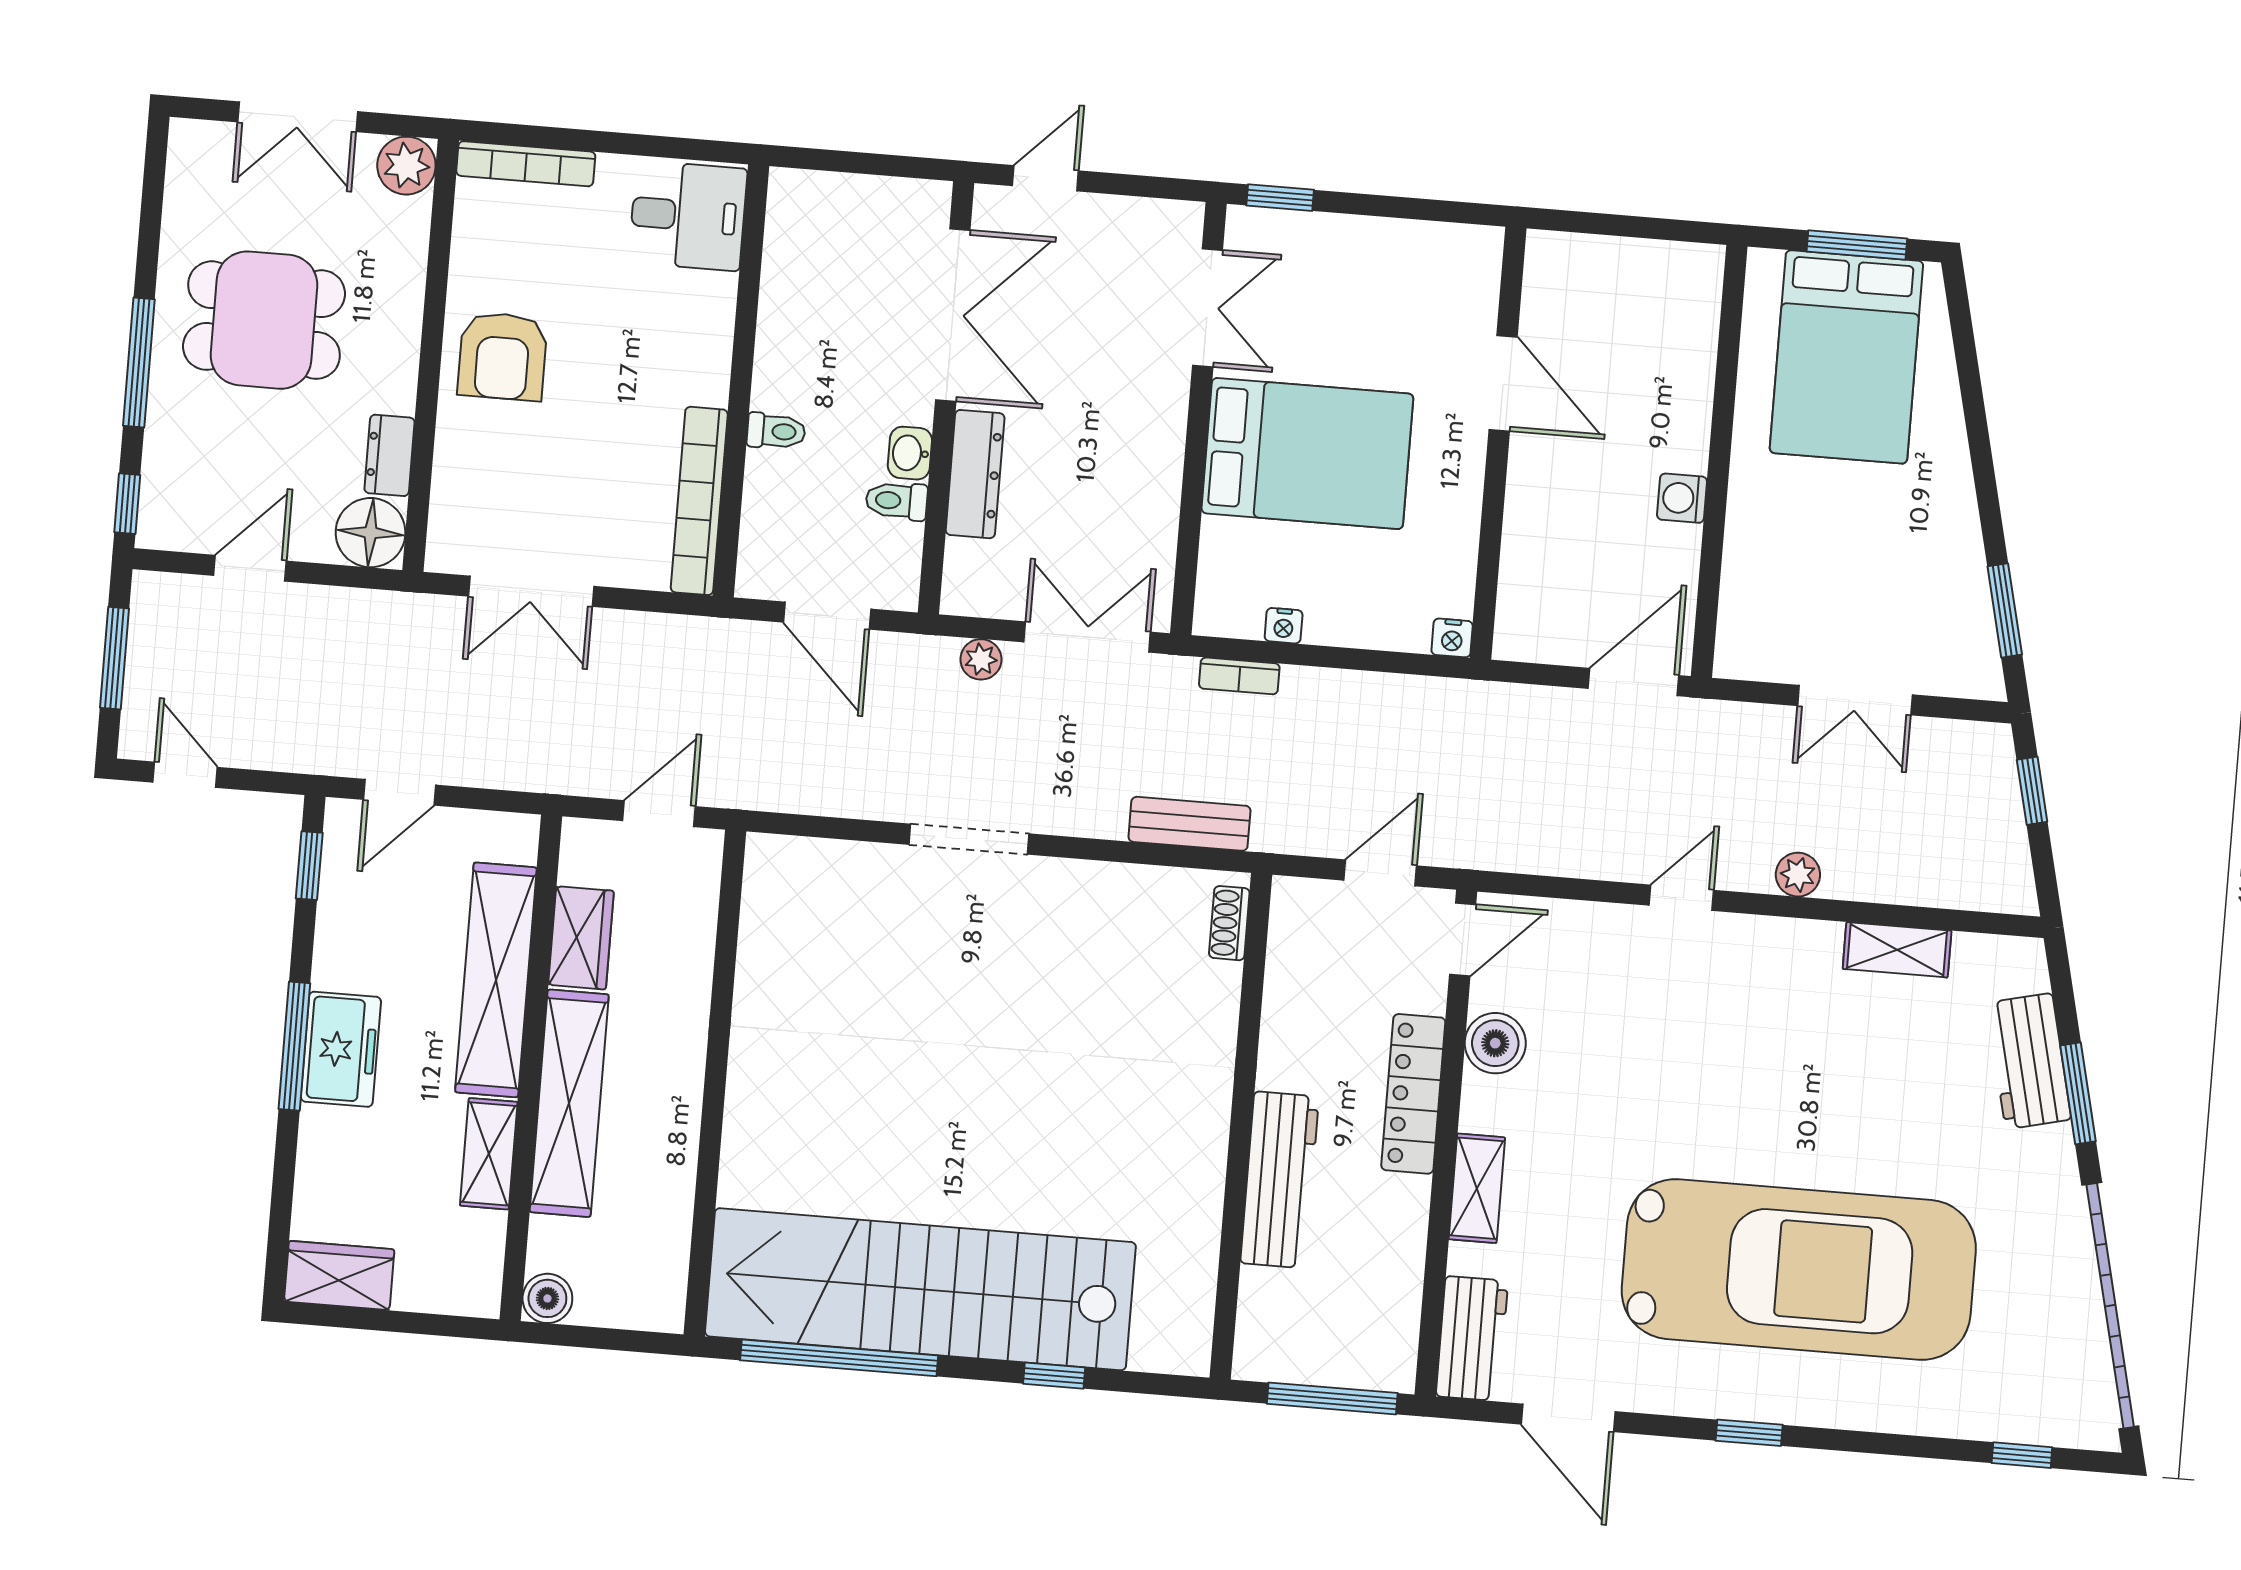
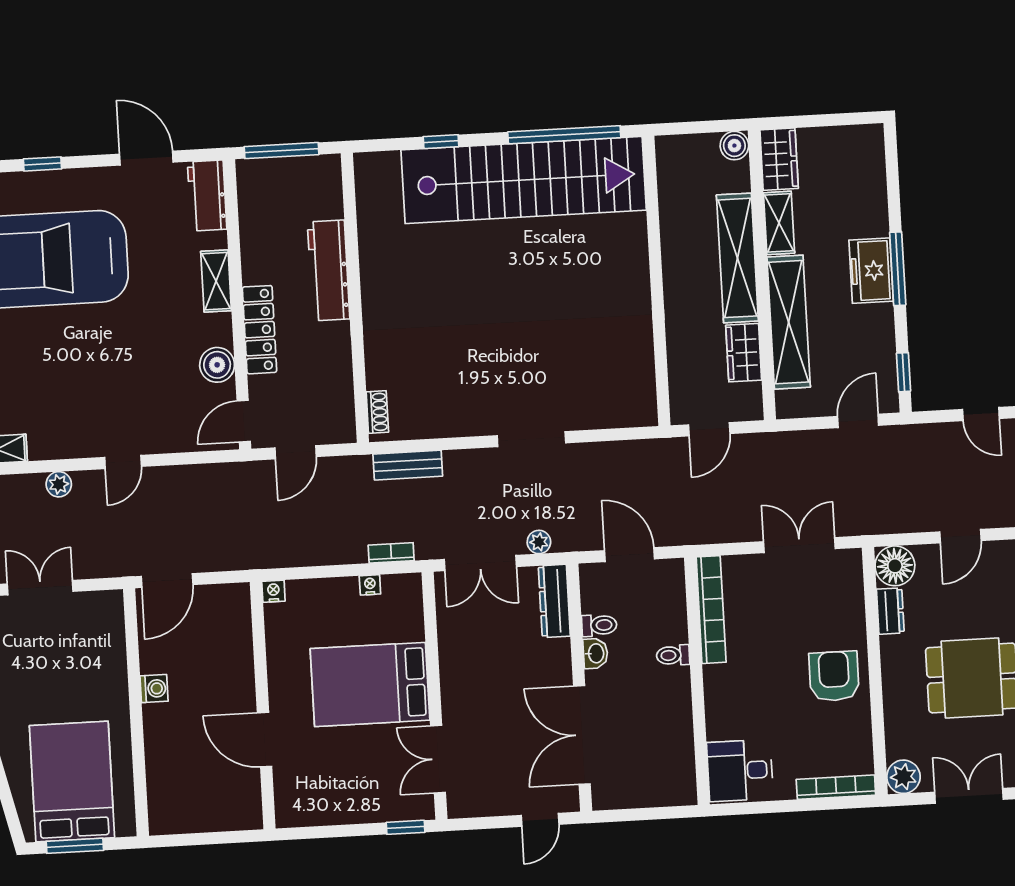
dresser: (975, 474) -> (554, 601), moved
wardrobe: (339, 1275) -> (779, 159), moved, turned -90

